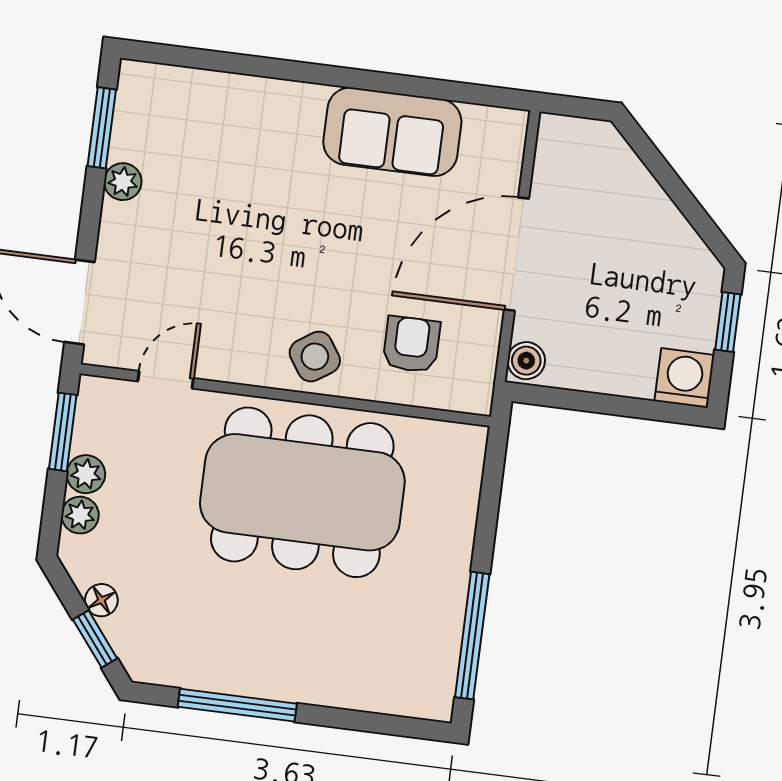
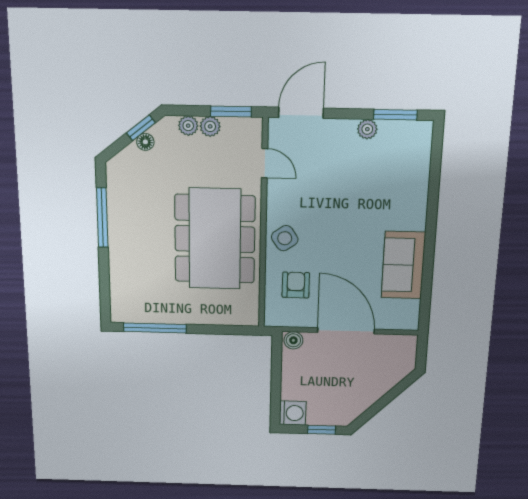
armchair: (411, 344) -> (296, 285), turned -90
window: (95, 639) -> (141, 128), moved

